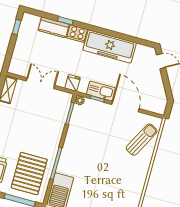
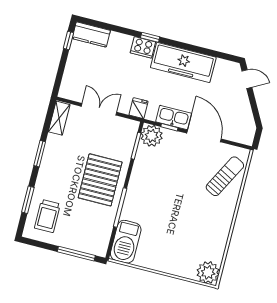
window: (65, 21) -> (150, 37), moved
kitchen counter: (54, 27) -> (91, 34), moved
plant: (80, 100) -> (152, 136), width x1.88, depth x1.88
pallet: (29, 174) -> (100, 180), moved

